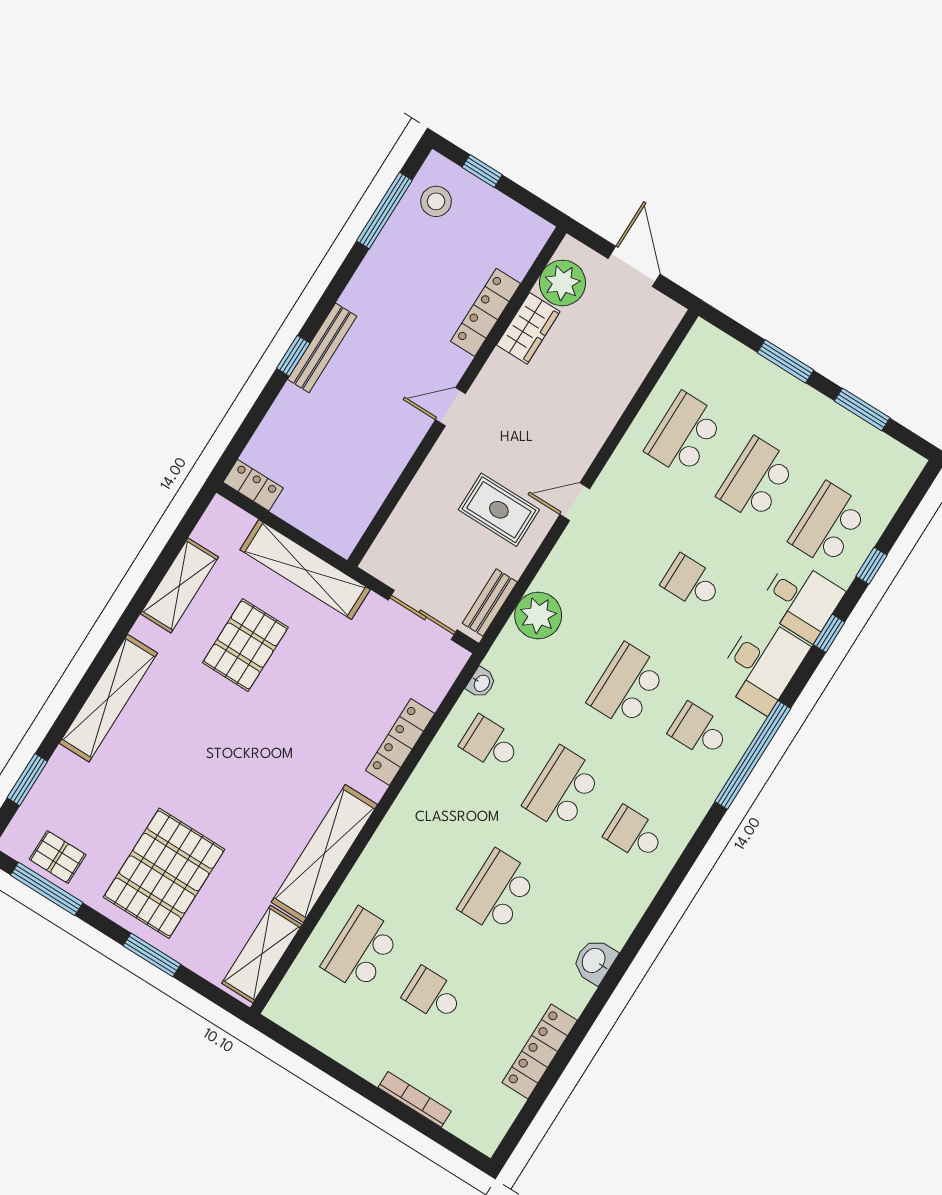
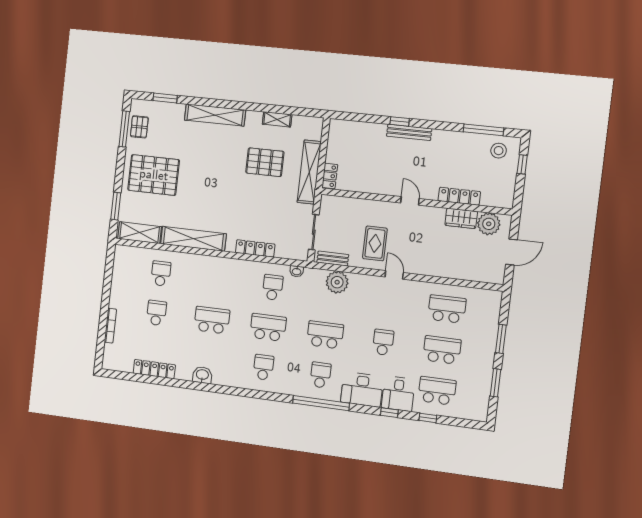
locker: (253, 485) -> (330, 176), moved
shelving: (179, 585) -> (277, 119), width x0.67, depth x0.75
school desk: (361, 950) -> (161, 273), width x0.54
window: (152, 955) -> (116, 206), moved

